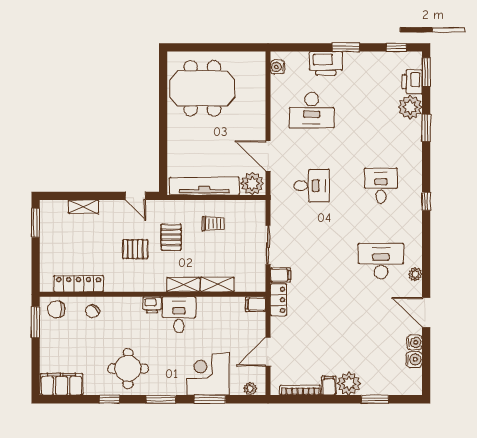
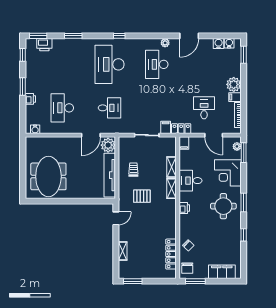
printer: (326, 63) -> (30, 99), width x0.53, depth x0.68
plant: (410, 107) -> (60, 46), removed
desk: (312, 110) -> (62, 108), turned 180
desk: (312, 186) -> (109, 108), turned 90
desk: (381, 186) -> (109, 64), width x1.87, depth x1.30
pallet: (135, 249) -> (149, 219), removed
desk: (179, 315) -> (191, 181), moved
desk: (312, 336) -> (204, 108), added
water cooler: (415, 342) -> (229, 43), moved
round table: (128, 369) -> (223, 206), moved
filing cabinet: (62, 384) -> (222, 272), moved, turned 90
window: (210, 399) -> (244, 153), moved
window: (375, 399) -> (244, 55), moved

